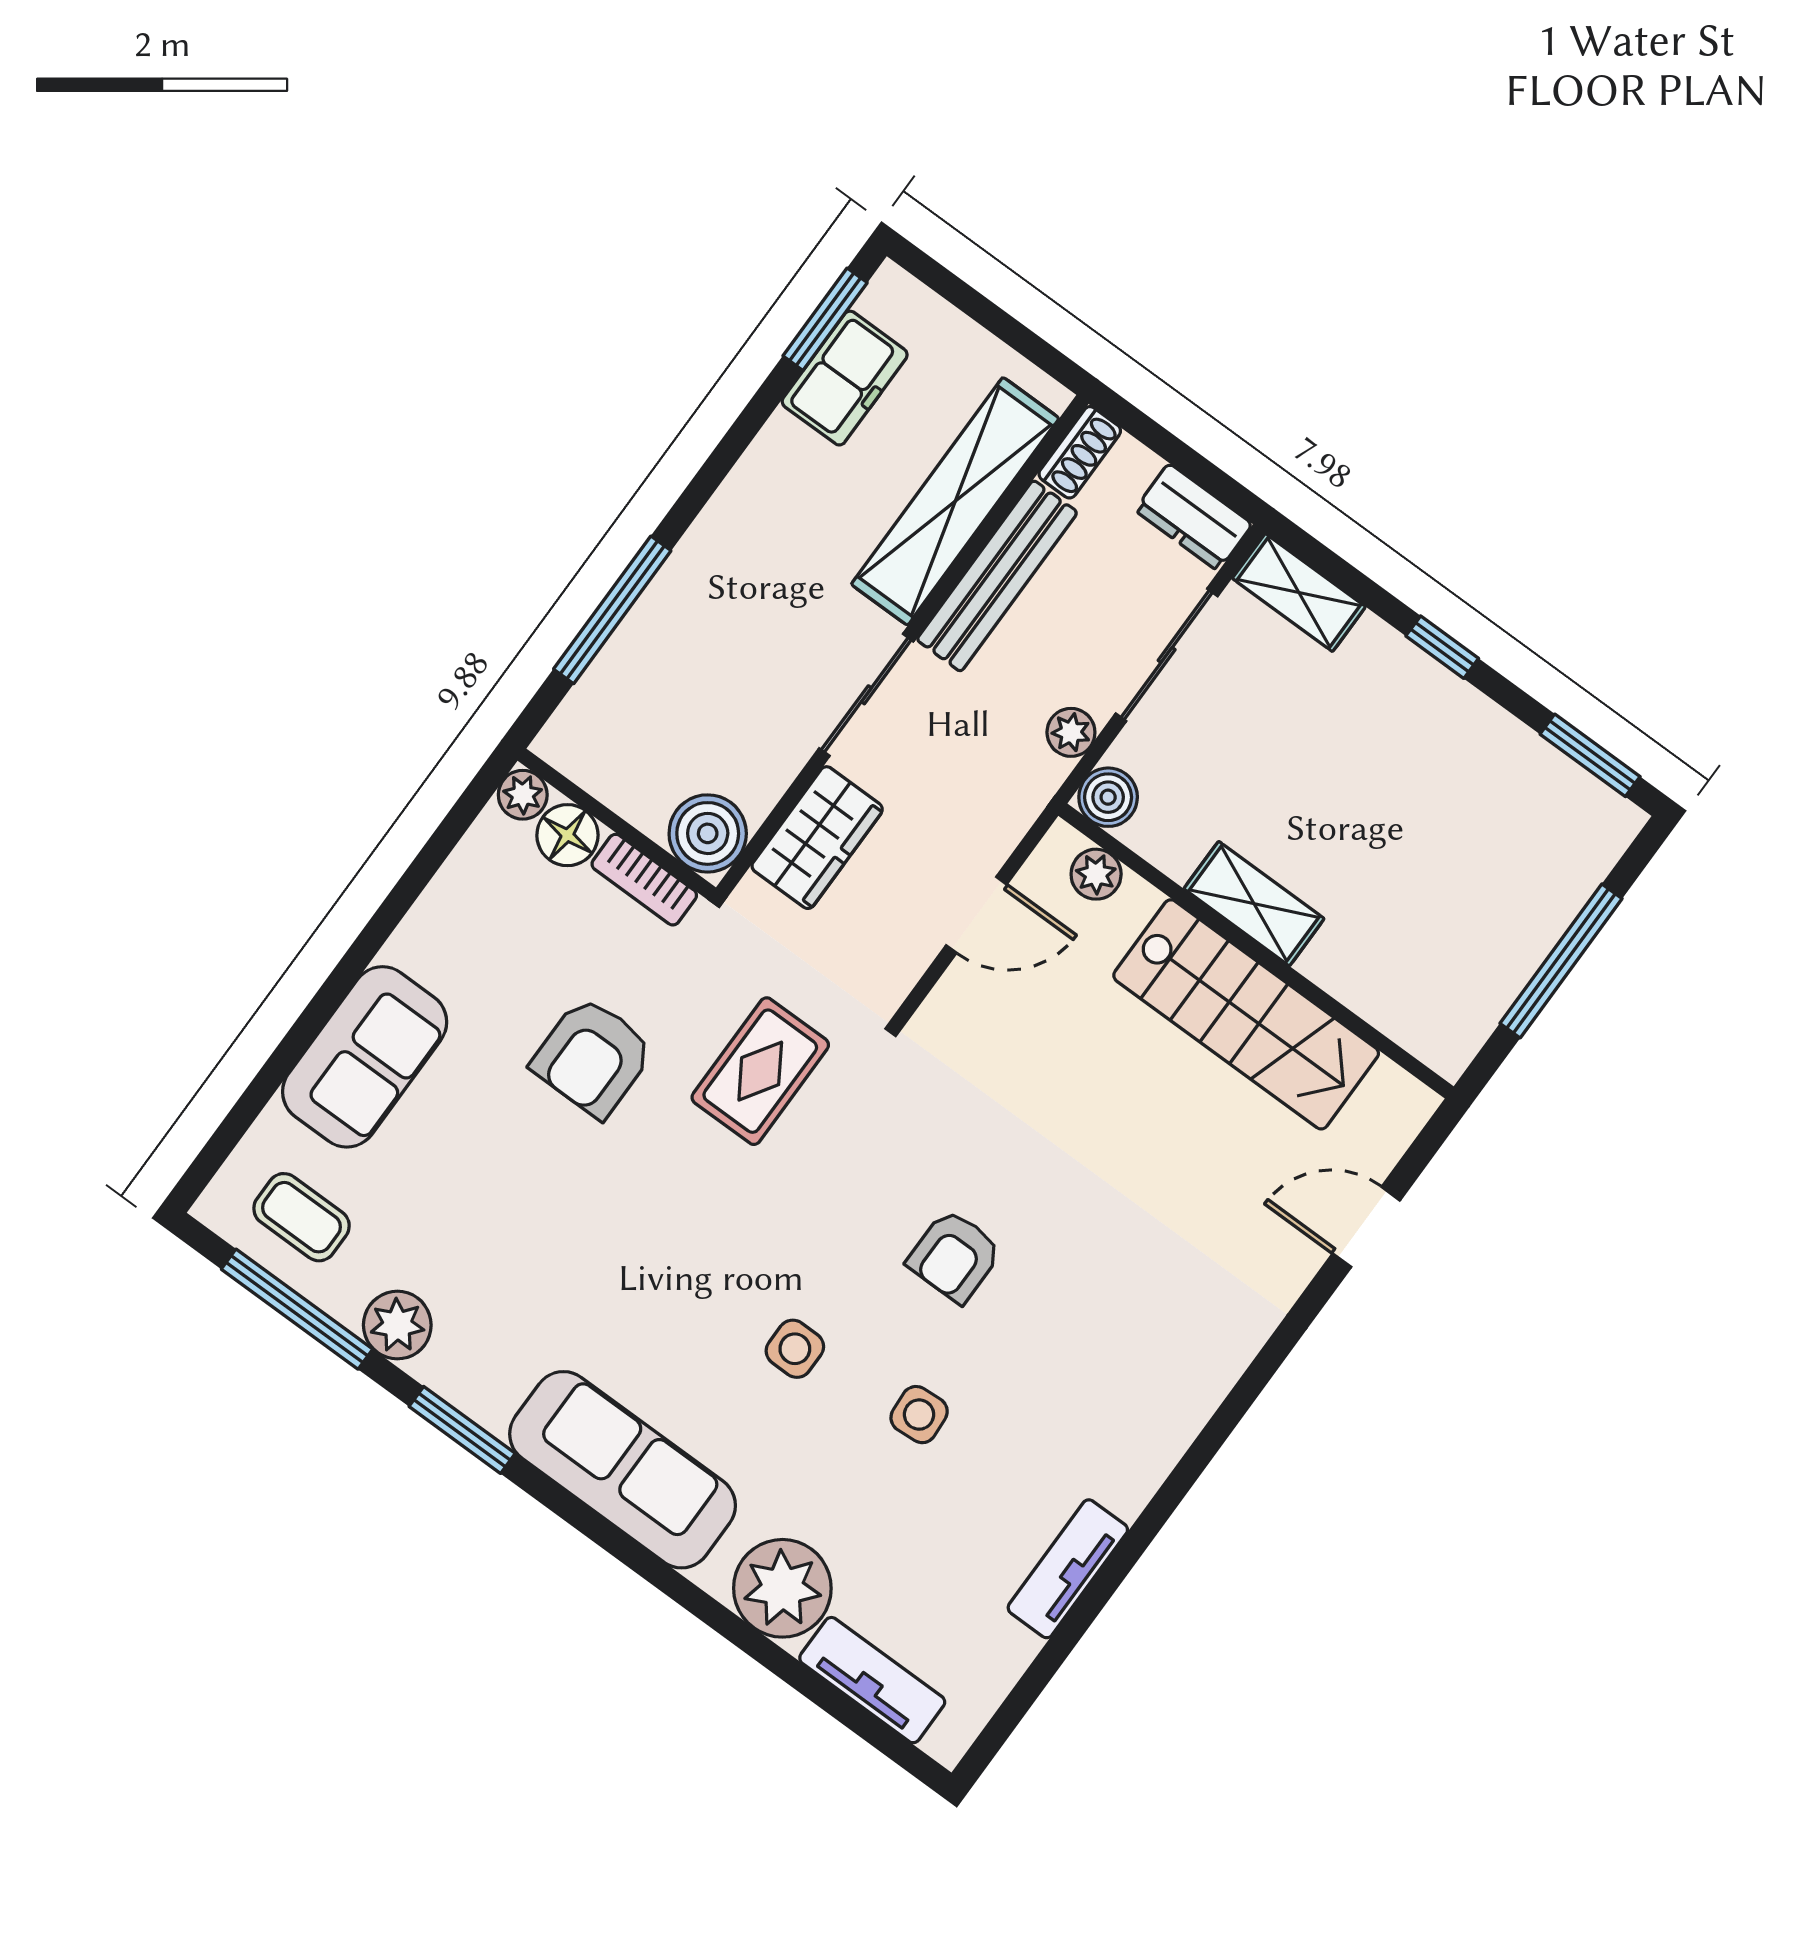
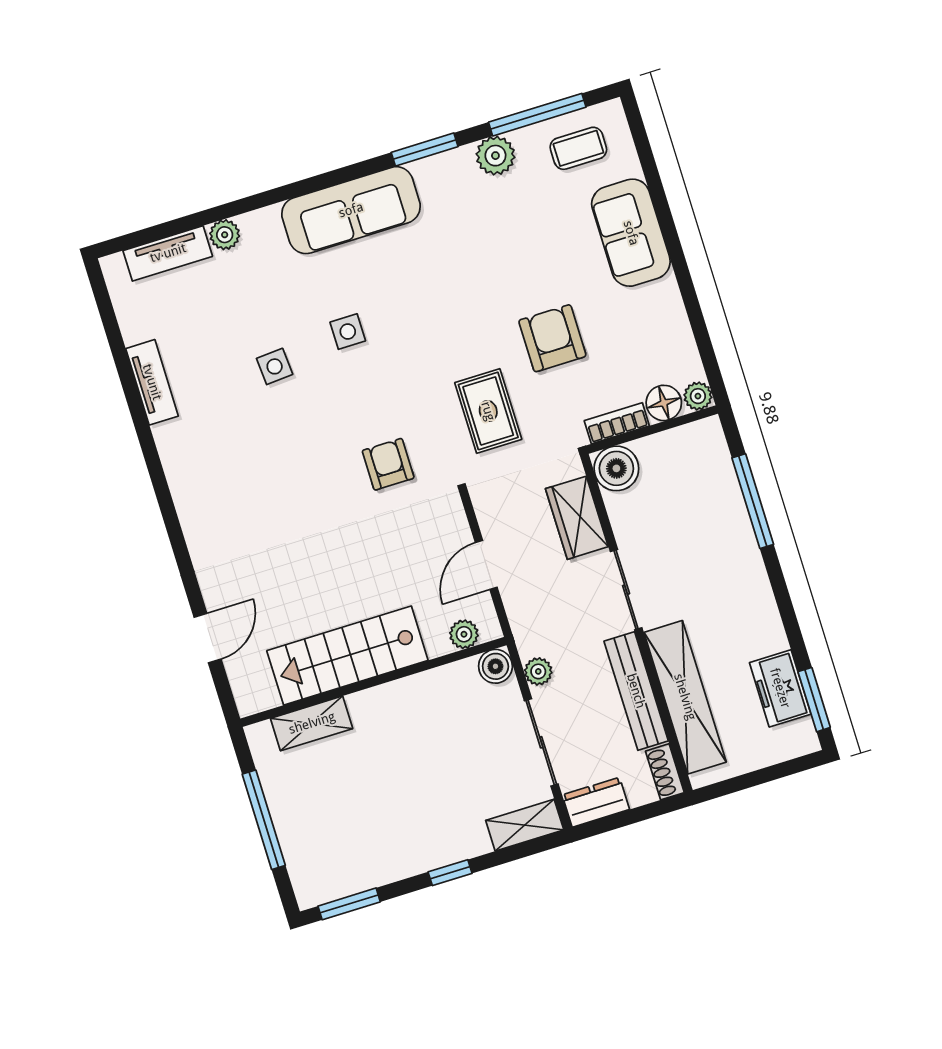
shelving: (1254, 904) -> (312, 723), moved
armchair: (954, 1256) -> (388, 464), moved
plant: (782, 1588) -> (225, 235), width x0.53, depth x0.53

